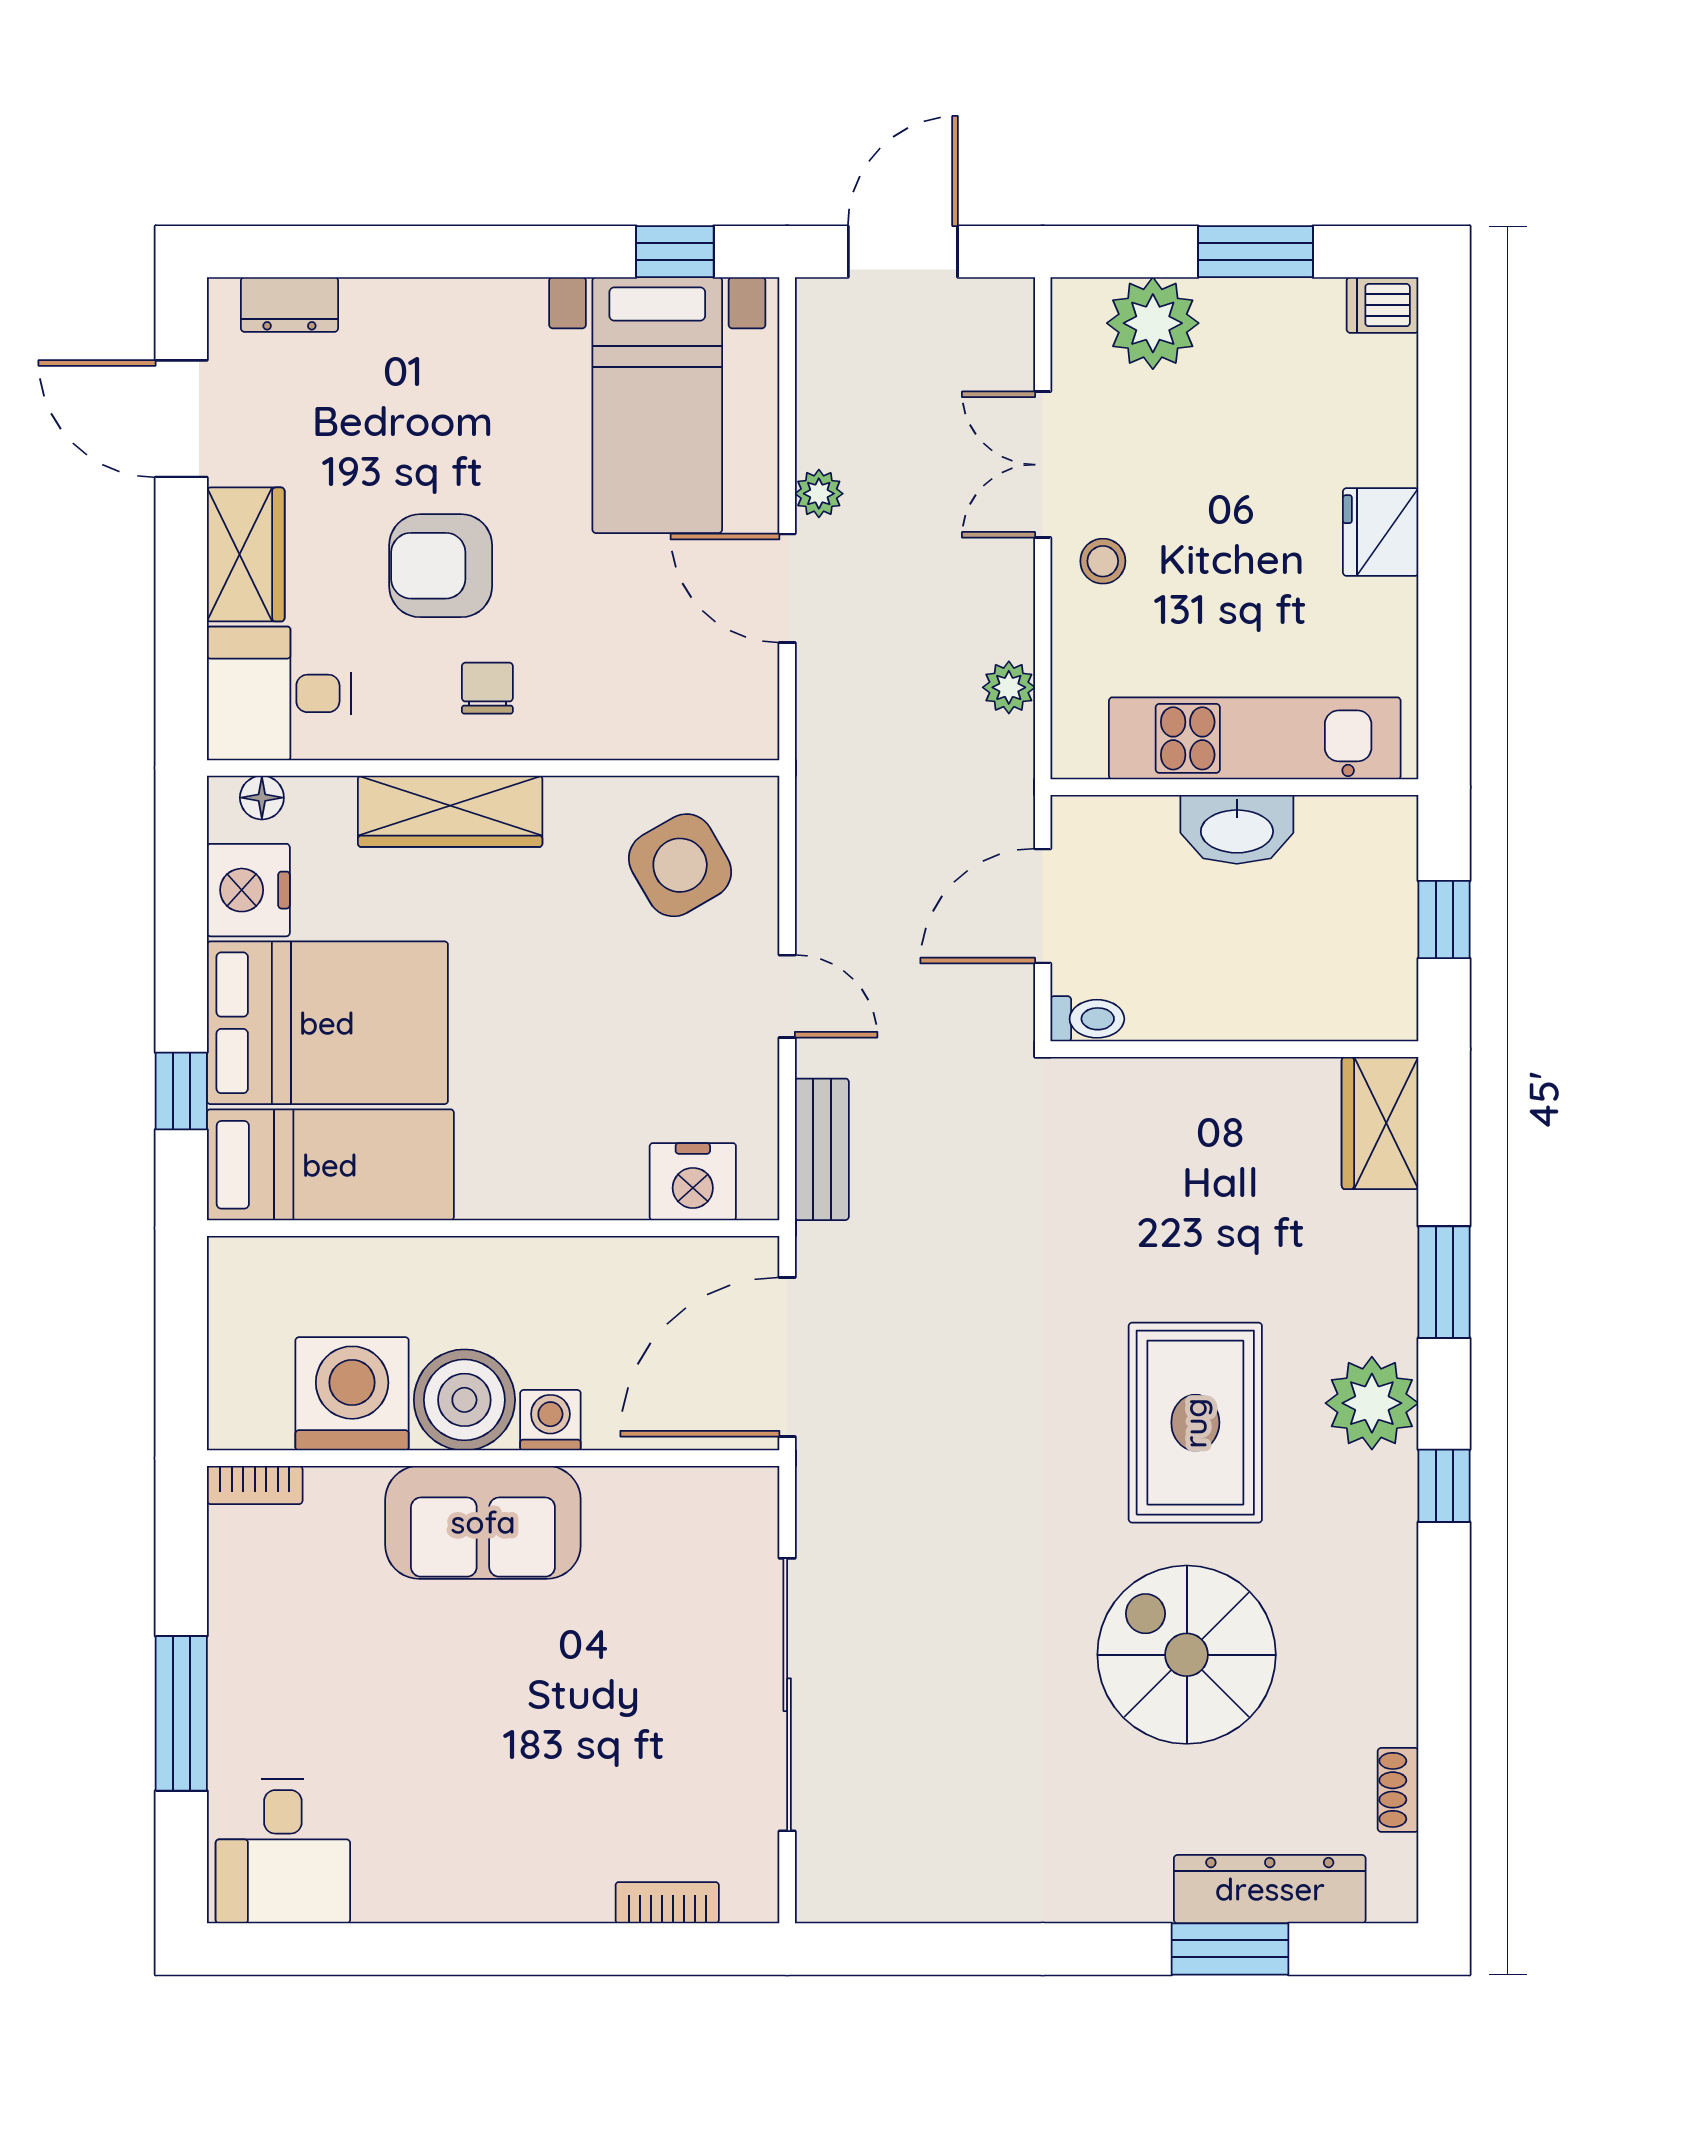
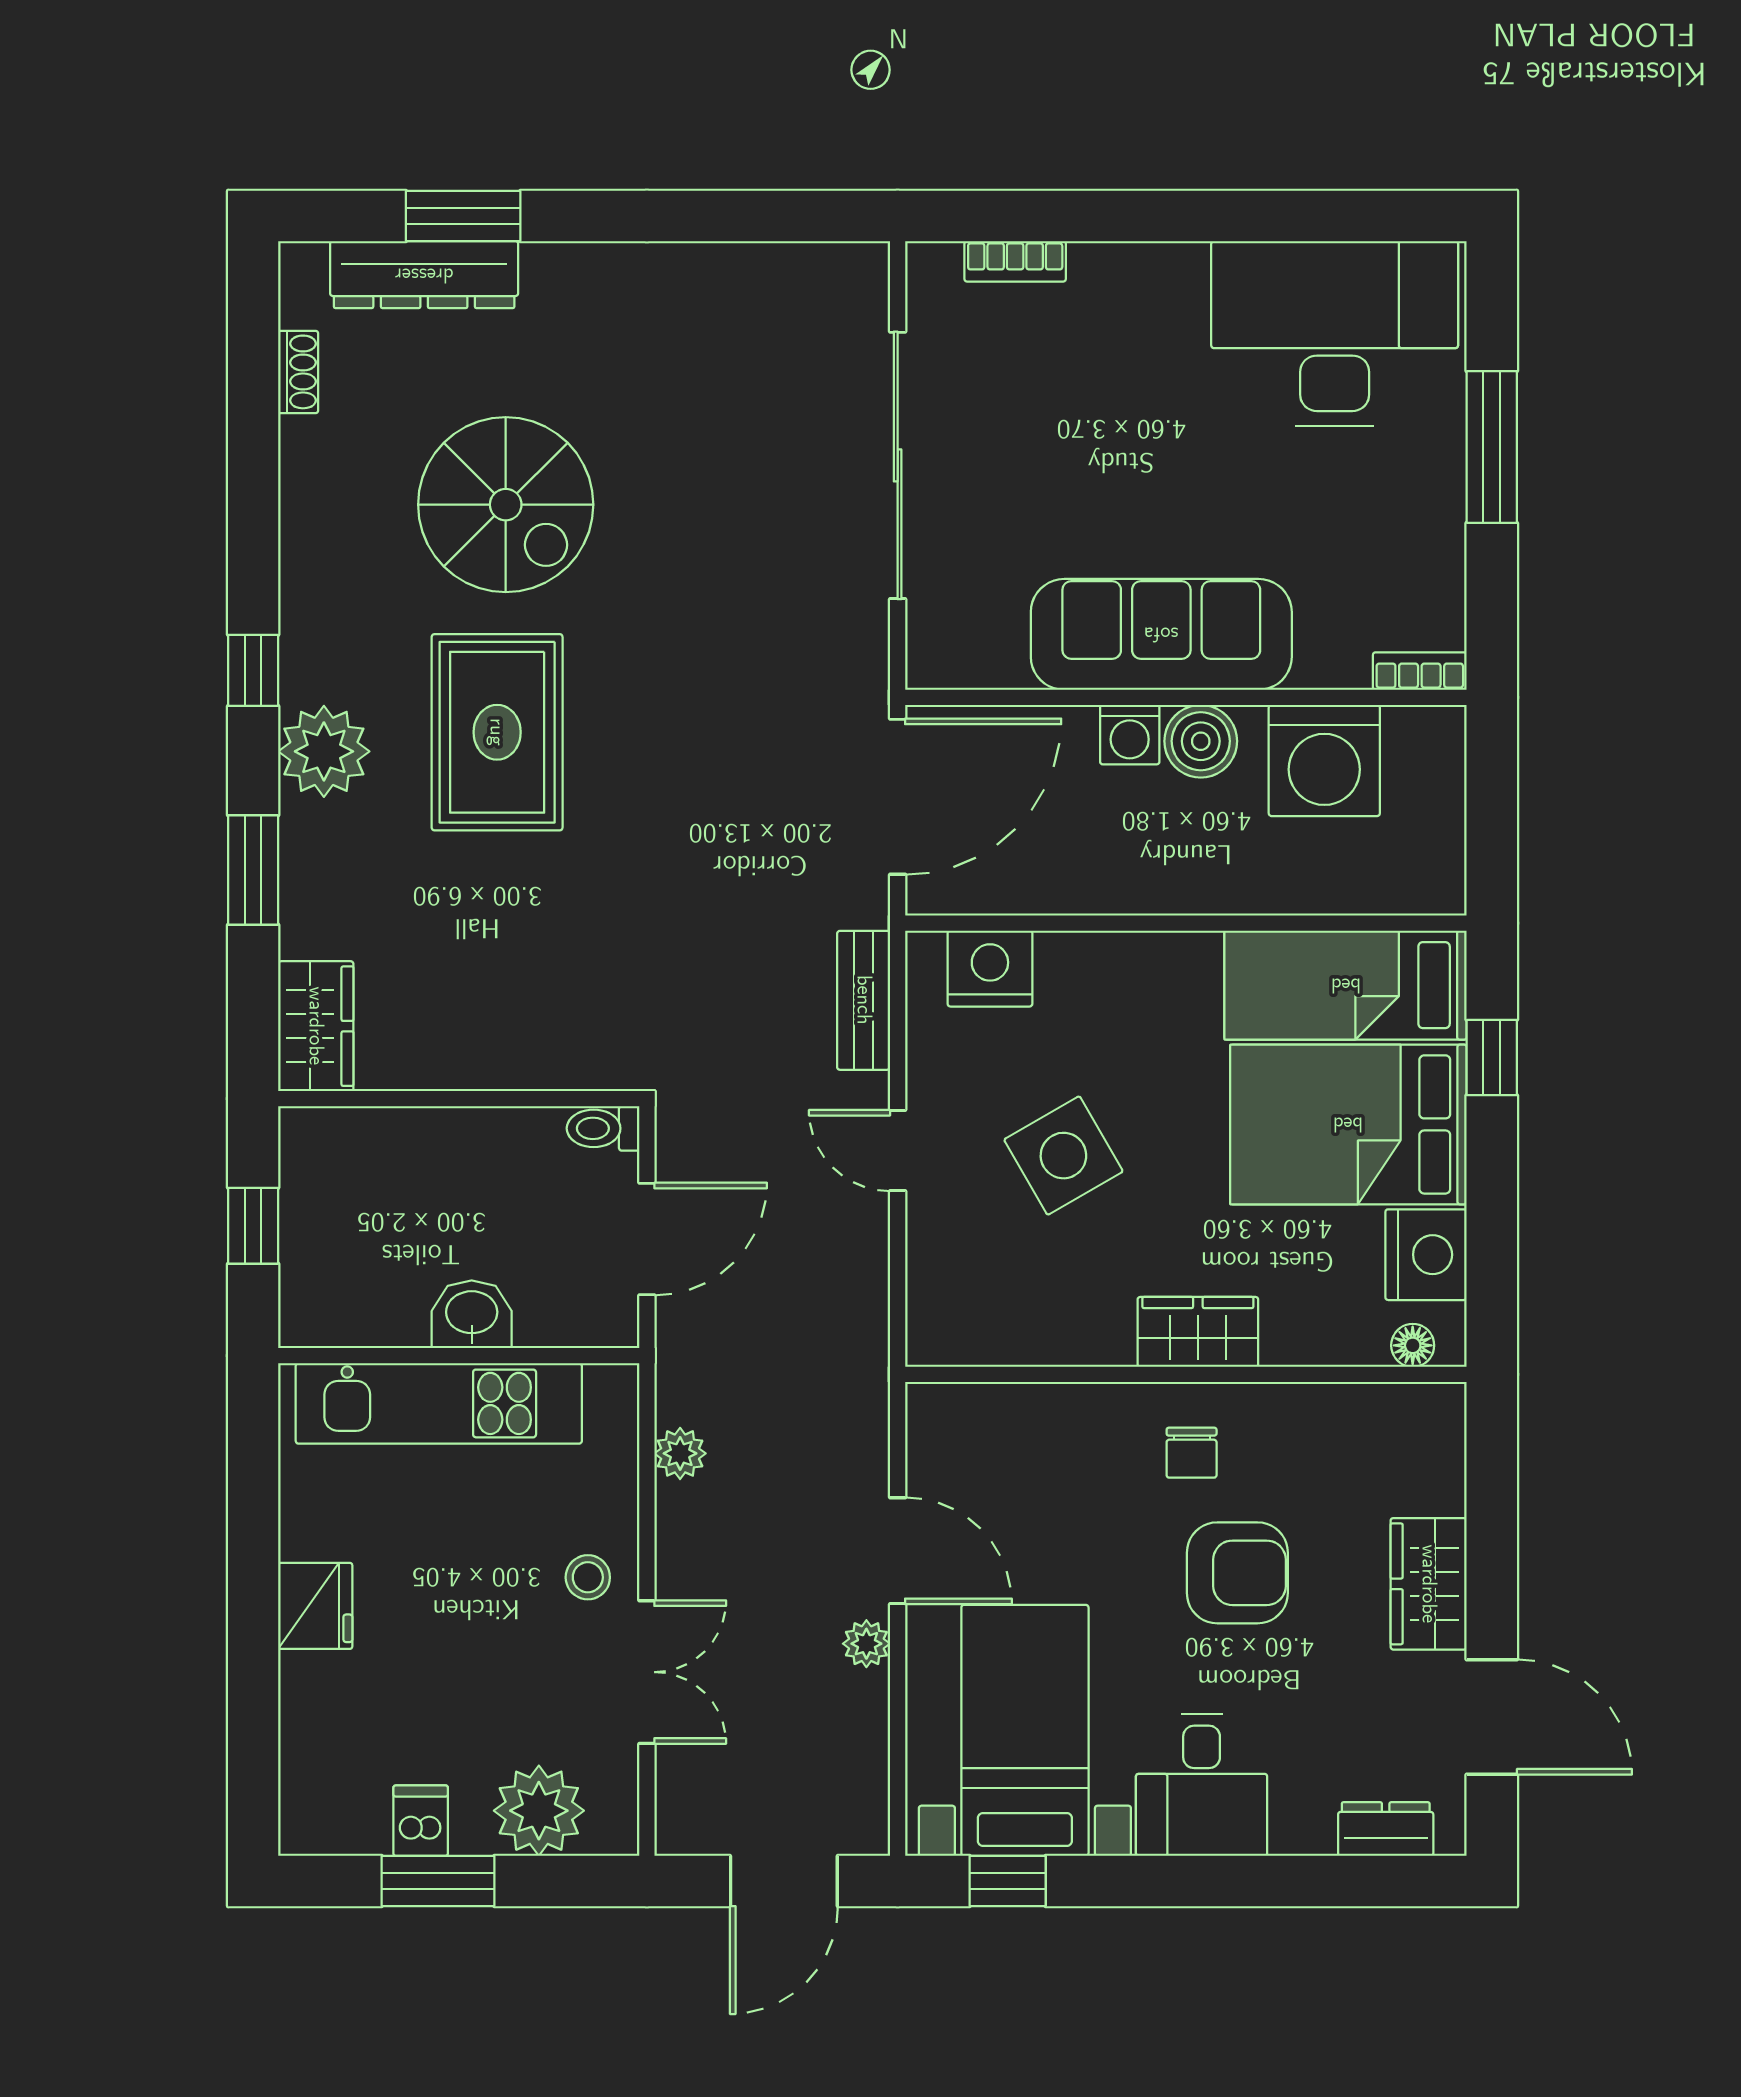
dishwasher: (1383, 305) -> (421, 1821), moved, turned -90
desk: (279, 693) -> (1202, 1785), moved, turned 90
wardrobe: (450, 811) -> (1198, 1332), width x0.67
washbasin: (1237, 829) -> (472, 1314), width x0.72
side table: (680, 865) -> (1063, 1156), moved
boiler: (464, 1400) -> (1201, 741), width x0.73, depth x0.73
sofa: (483, 1522) -> (1161, 634), width x1.36
desk: (283, 1851) -> (1335, 333), width x1.87, depth x1.30

